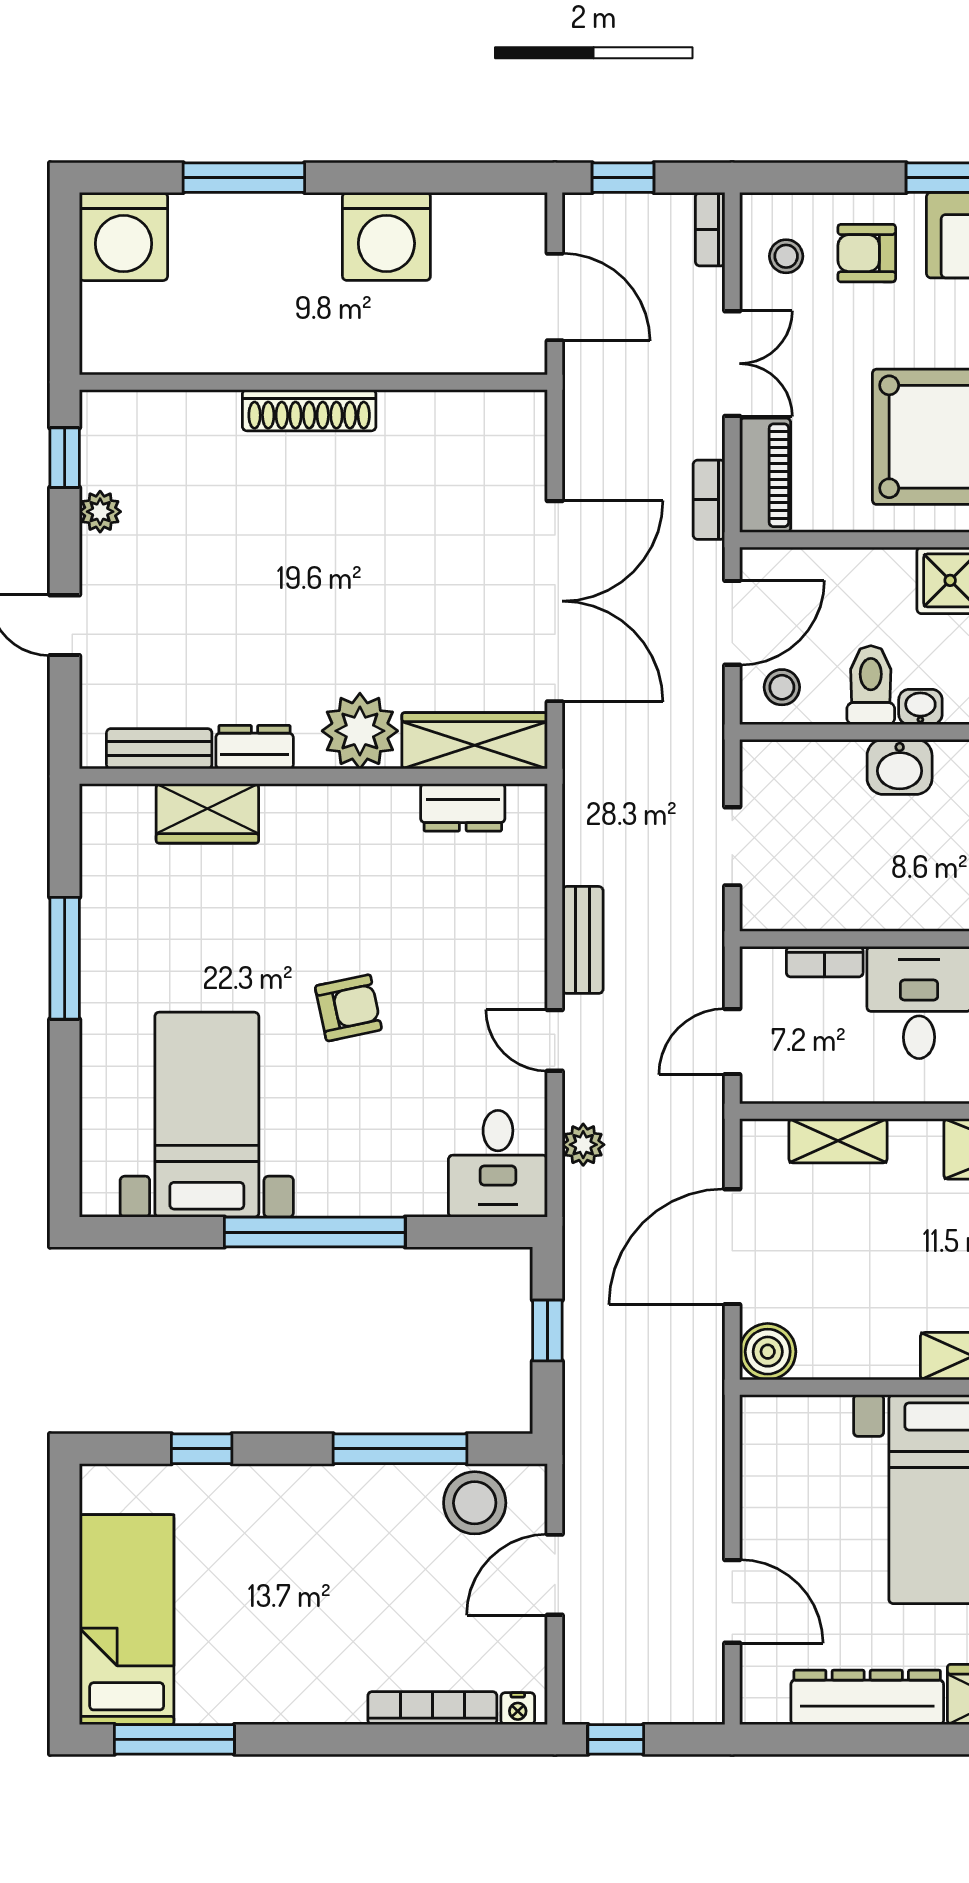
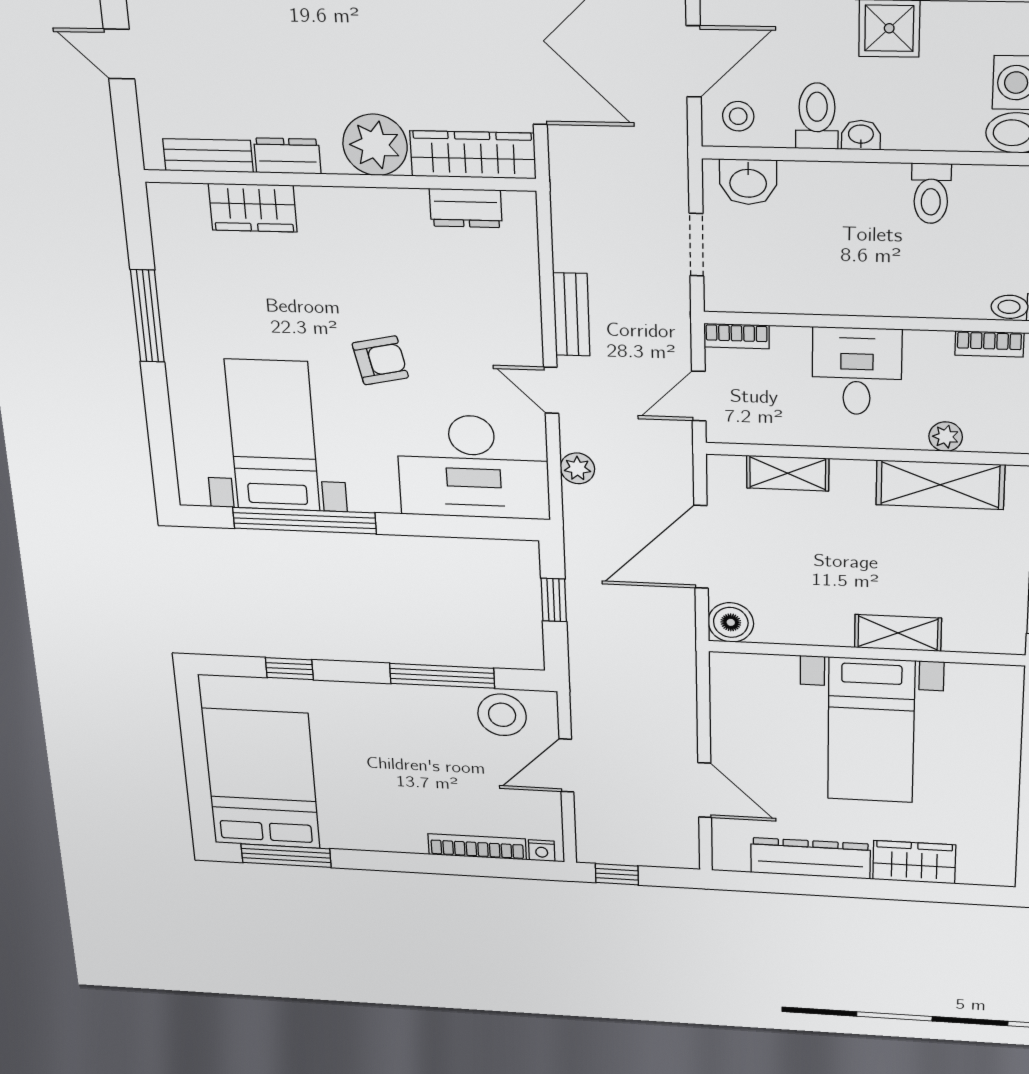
washbasin: (900, 767) -> (748, 182), moved
bookcase: (825, 962) -> (737, 336), moved
desk: (498, 1164) -> (473, 467), width x1.87, depth x1.30
window: (315, 1232) -> (304, 521), moved
bed: (127, 1620) -> (261, 779), width x1.50

